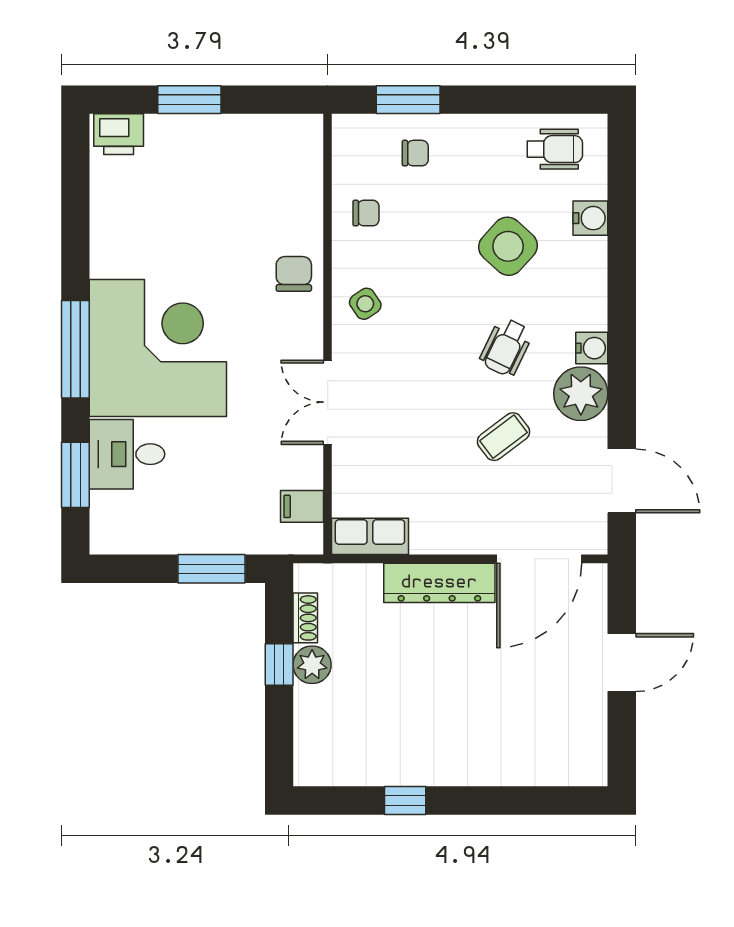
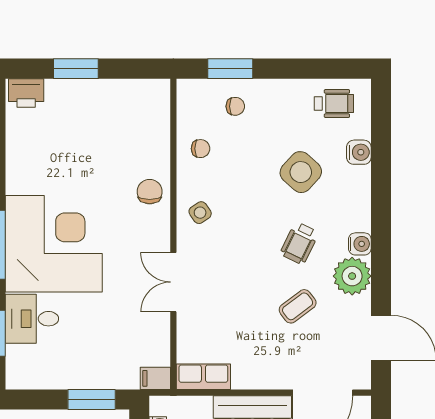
filing cabinet: (302, 506) -> (155, 378), moved

